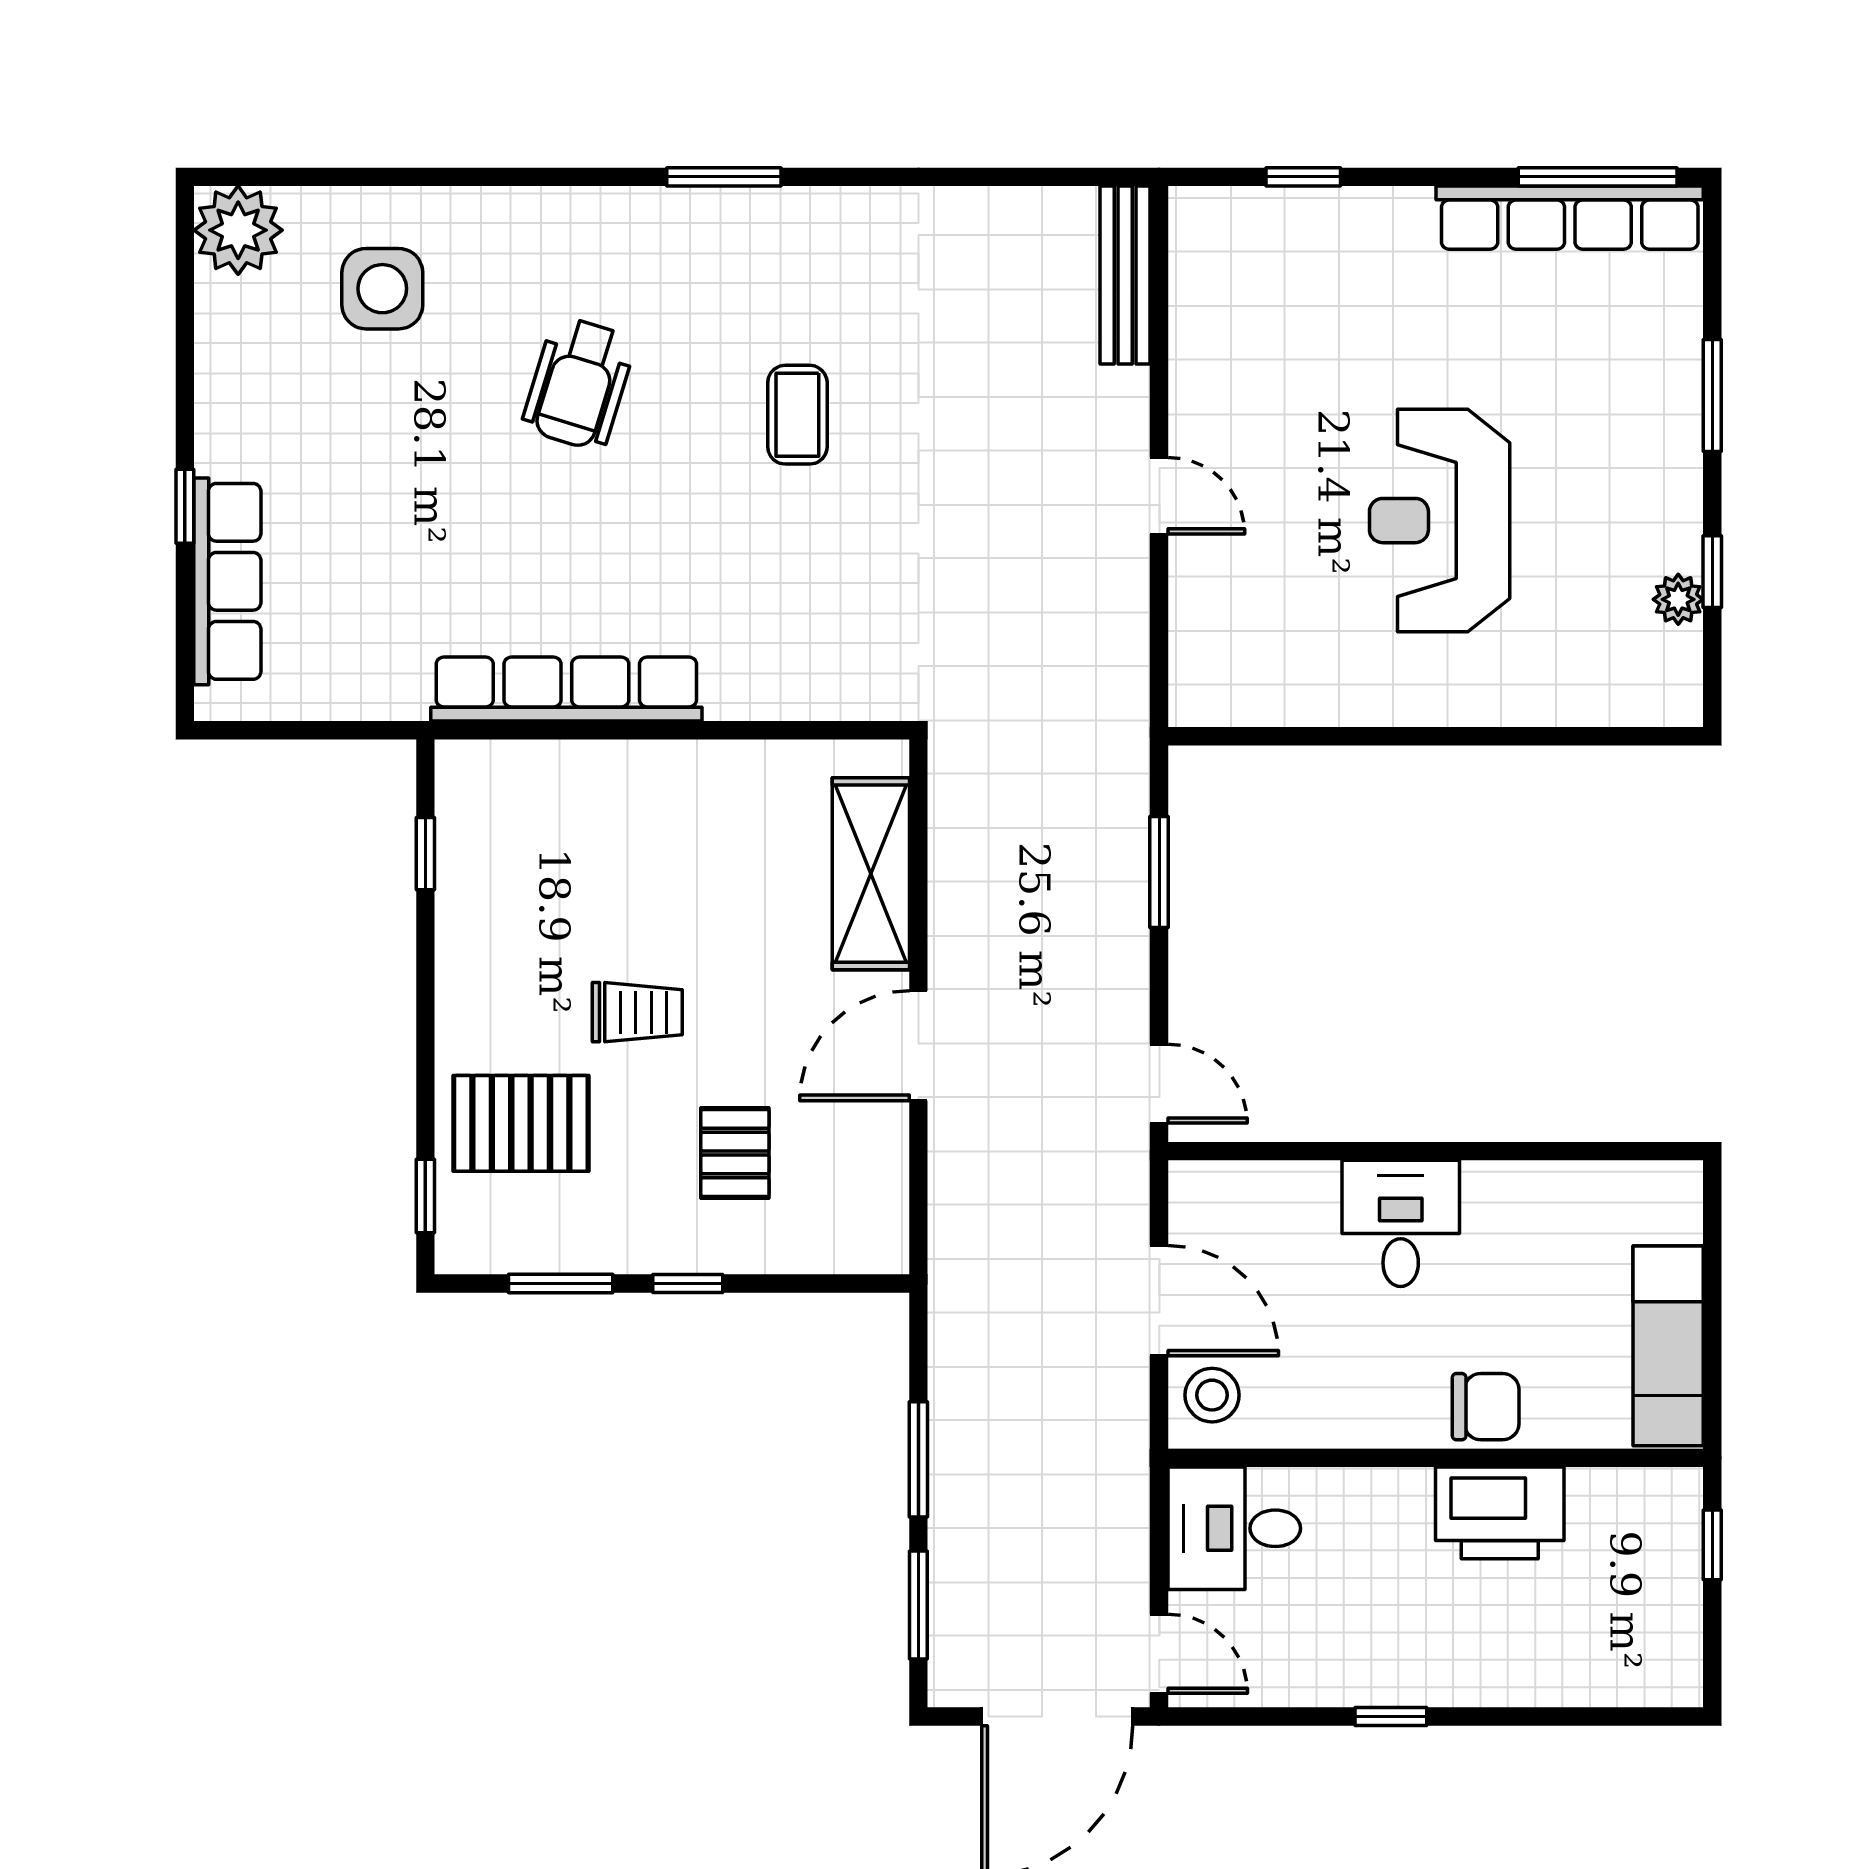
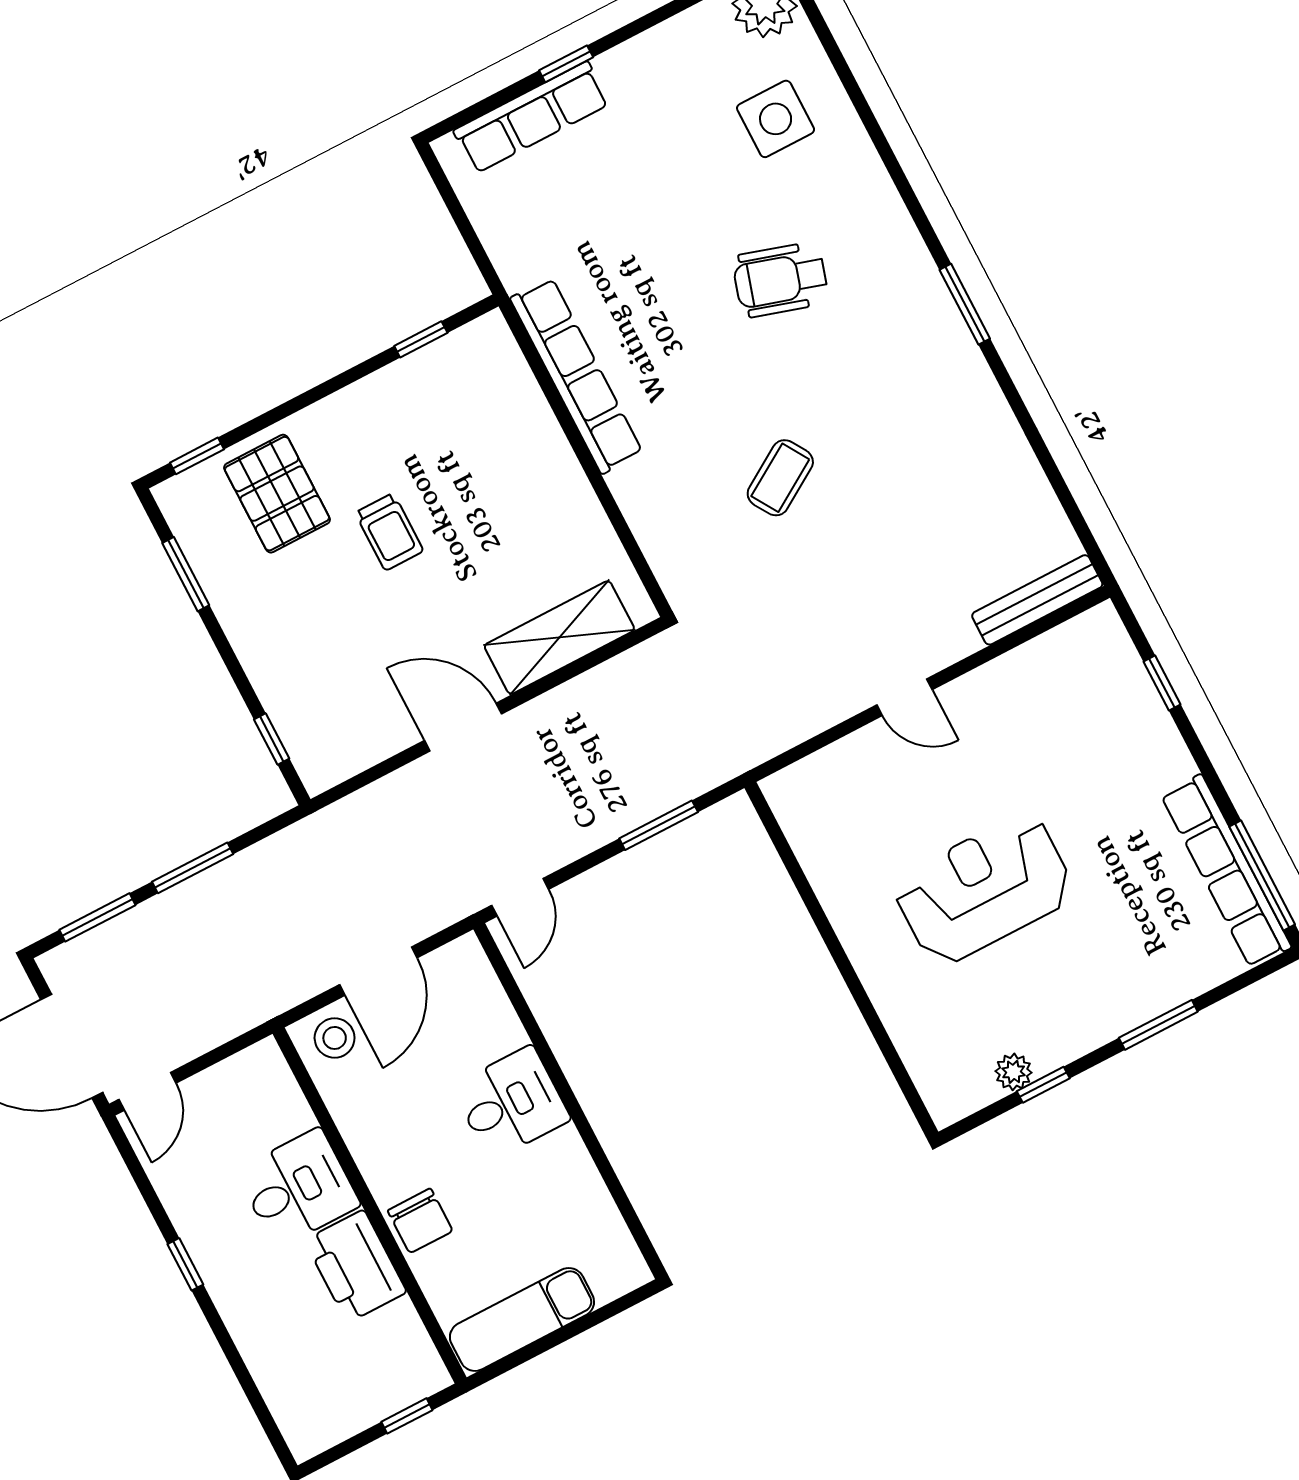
coffee table: (797, 415) -> (780, 478), moved, turned -32
door: (1159, 496) -> (904, 697), hinge flipped
pallet: (735, 1153) -> (330, 644), removed
window: (688, 1283) -> (272, 739), moved
desk: (1234, 1528) -> (298, 1188), moved, turned 90

